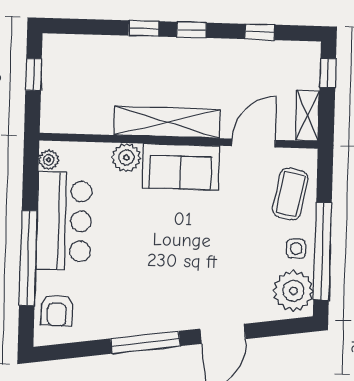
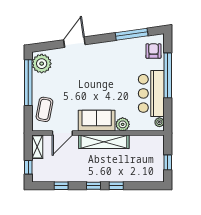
side table: (296, 249) -> (41, 84), removed
window: (145, 342) -> (132, 34), moved

